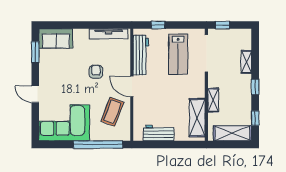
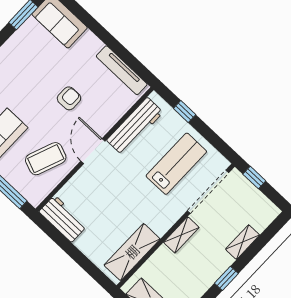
lab bench: (178, 54) -> (176, 164), turned 180
shelving: (213, 100) -> (181, 235), moved
workbench: (159, 133) -> (63, 219), moved

